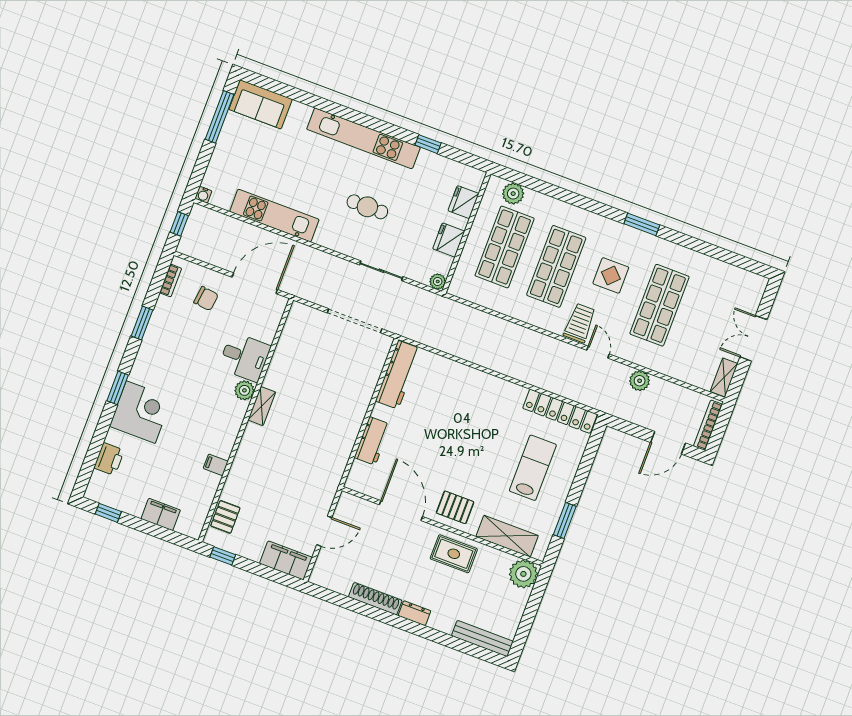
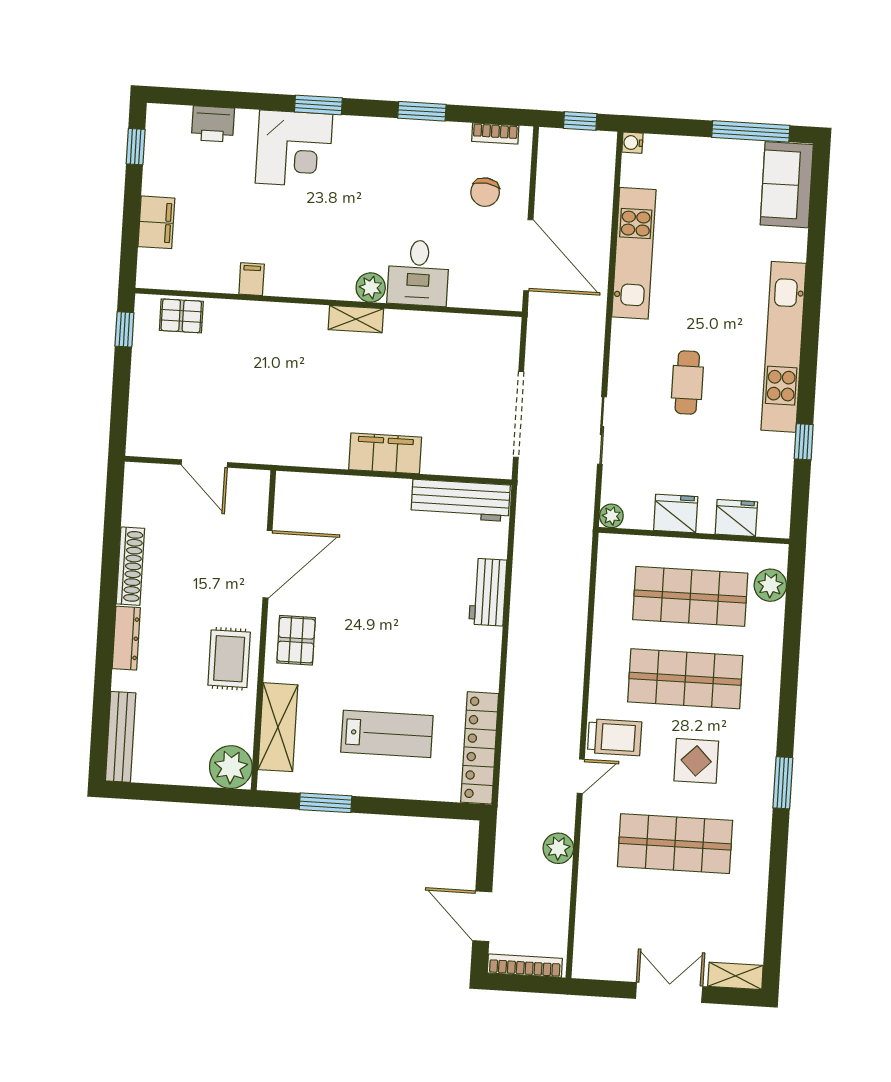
shelving: (724, 378) -> (735, 976), moved
workbench: (372, 441) -> (488, 592), moved, turned 90
filing cabinet: (286, 560) -> (385, 453), moved, turned -90
dresser: (414, 613) -> (126, 638), width x1.44

